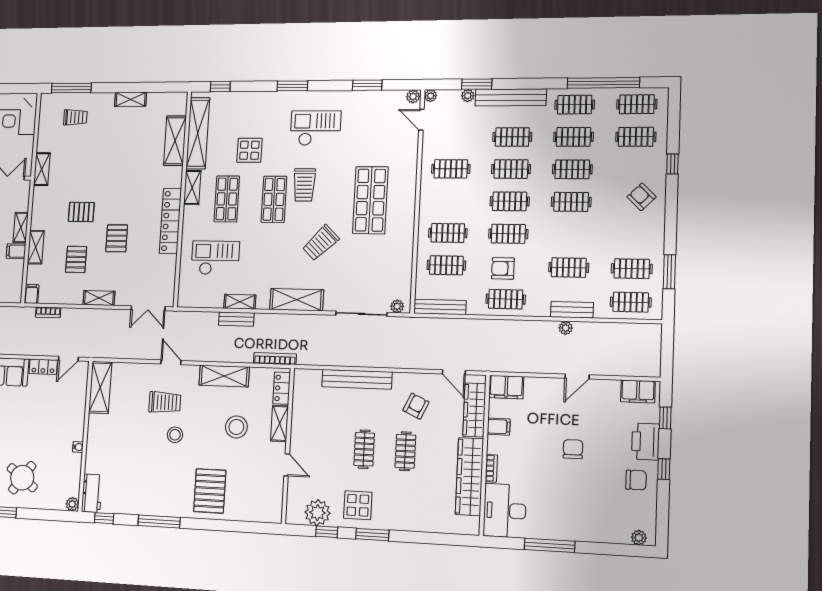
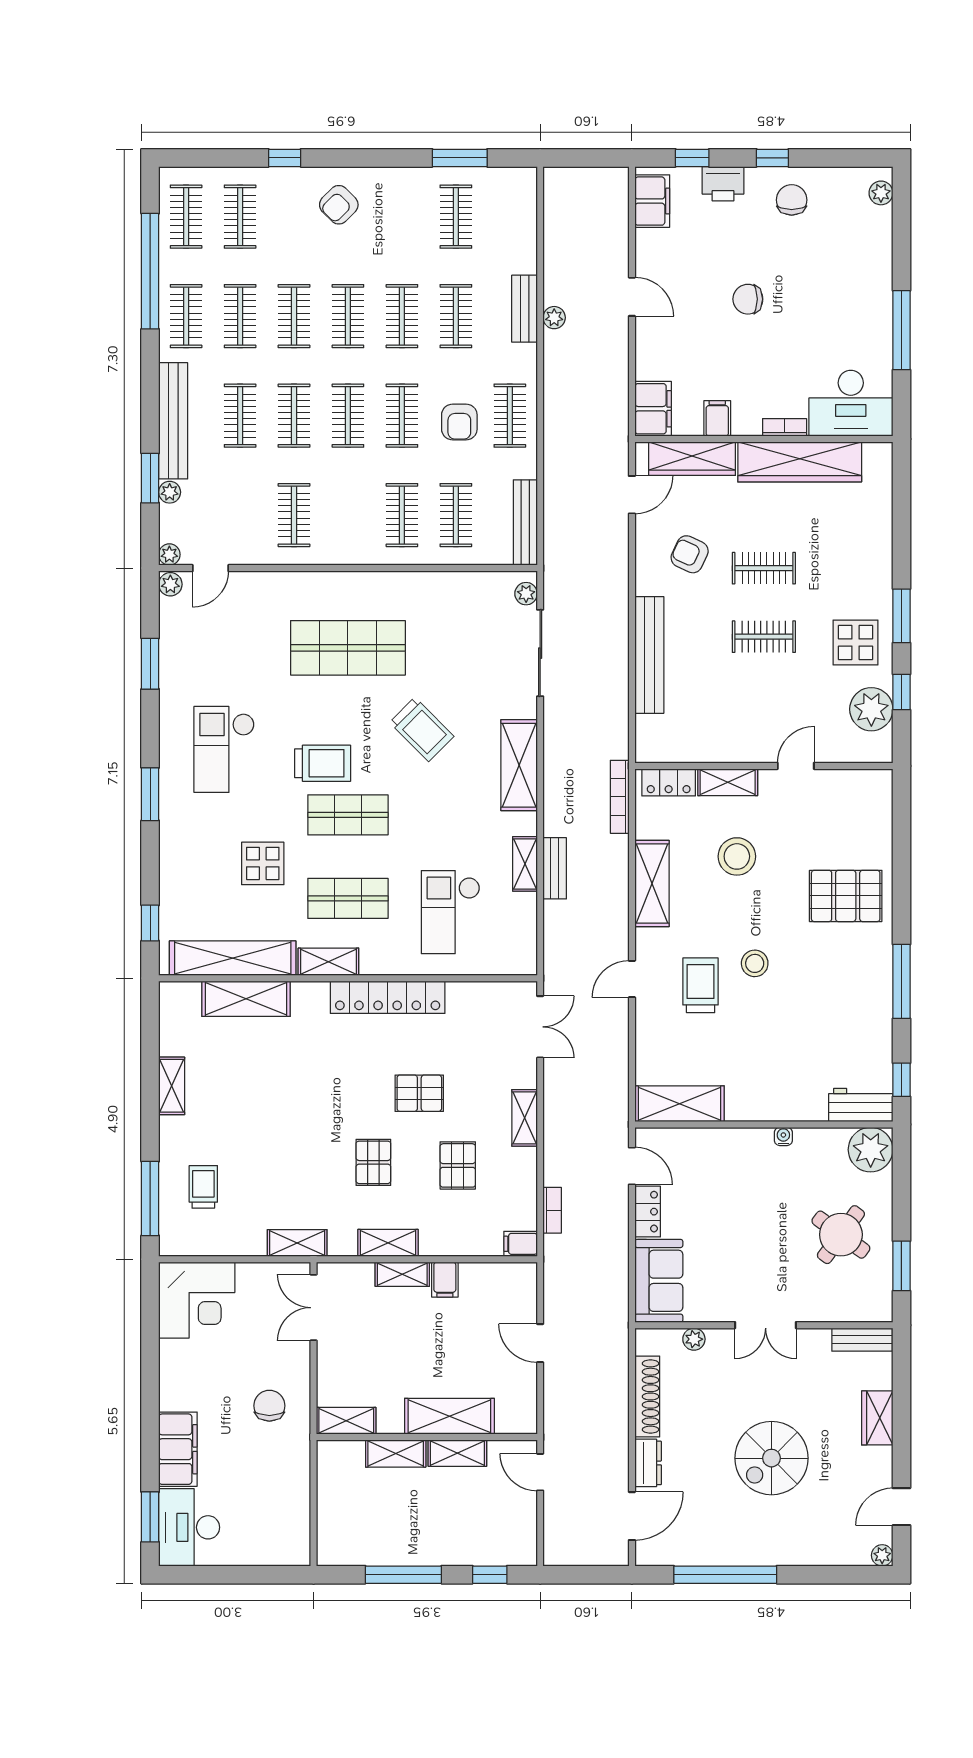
shelving: (36, 247) -> (388, 1243), moved
pallet: (76, 259) -> (458, 1165), turned 90
clothes rail: (631, 302) -> (402, 316), moved
printer: (646, 442) -> (723, 184), width x0.73, depth x0.84
plant: (72, 504) -> (871, 1150), width x1.88, depth x1.88

